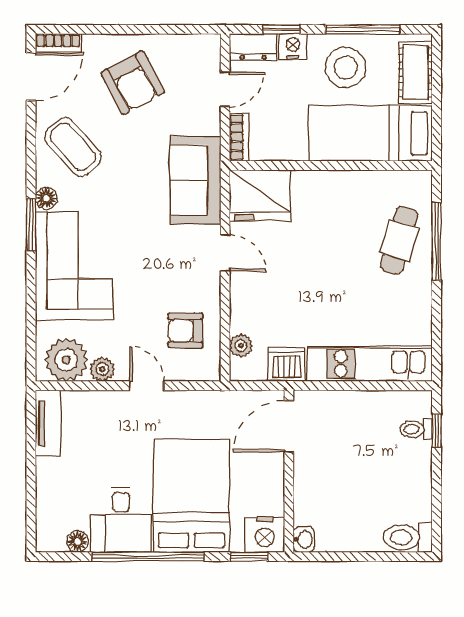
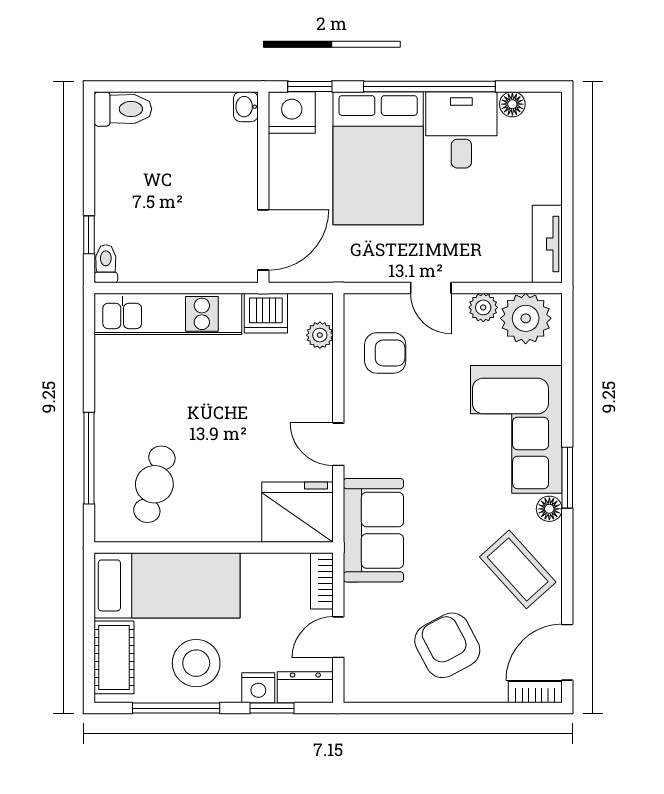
cafe table: (399, 240) -> (154, 484), moved
toilet: (416, 429) -> (106, 264), moved, turned -90

